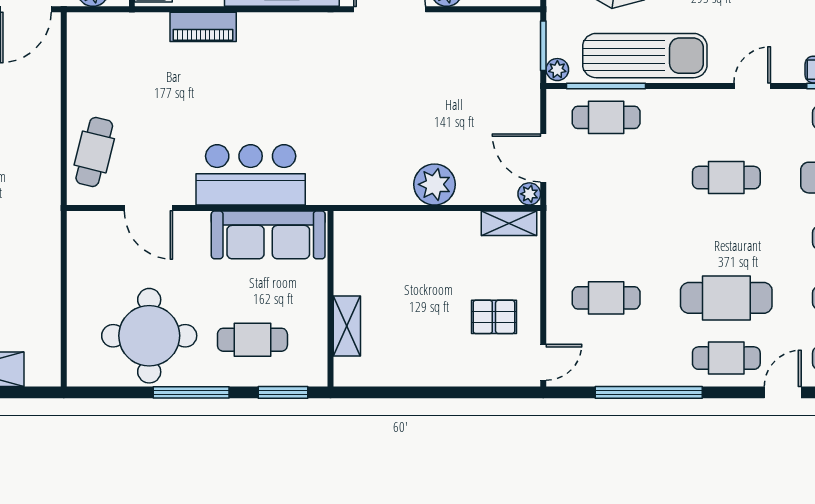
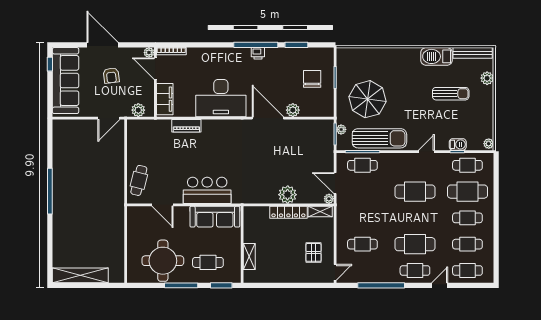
plant: (557, 70) -> (341, 129), moved
cafe table: (726, 178) -> (415, 192), width x1.37, depth x1.35
locker: (437, 225) -> (288, 212), added
pallet: (494, 317) -> (313, 252), turned 90

